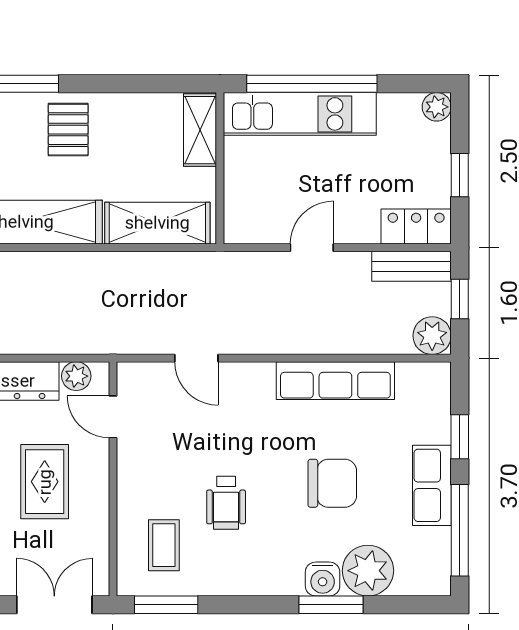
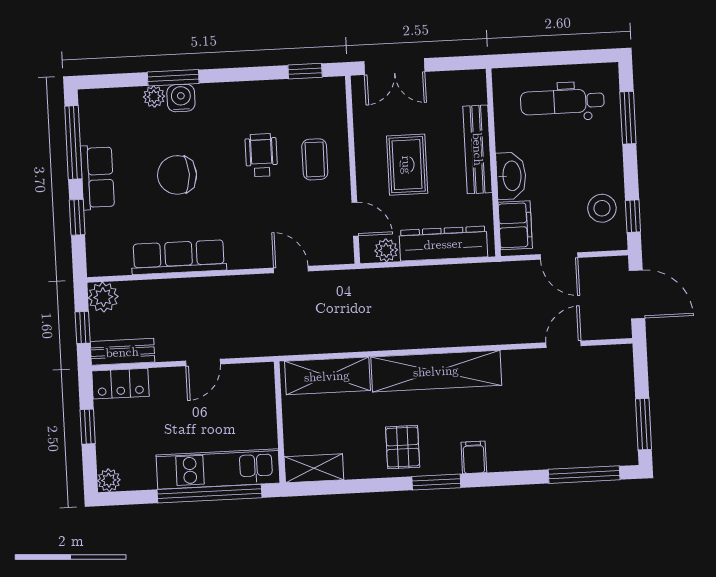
shelving: (200, 130) -> (314, 468), moved, turned 90
coffee table: (164, 545) -> (315, 159), moved
plant: (368, 571) -> (154, 97), width x0.53, depth x0.53
window: (166, 605) -> (305, 71), width x0.67

